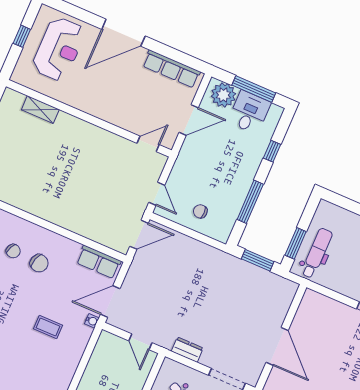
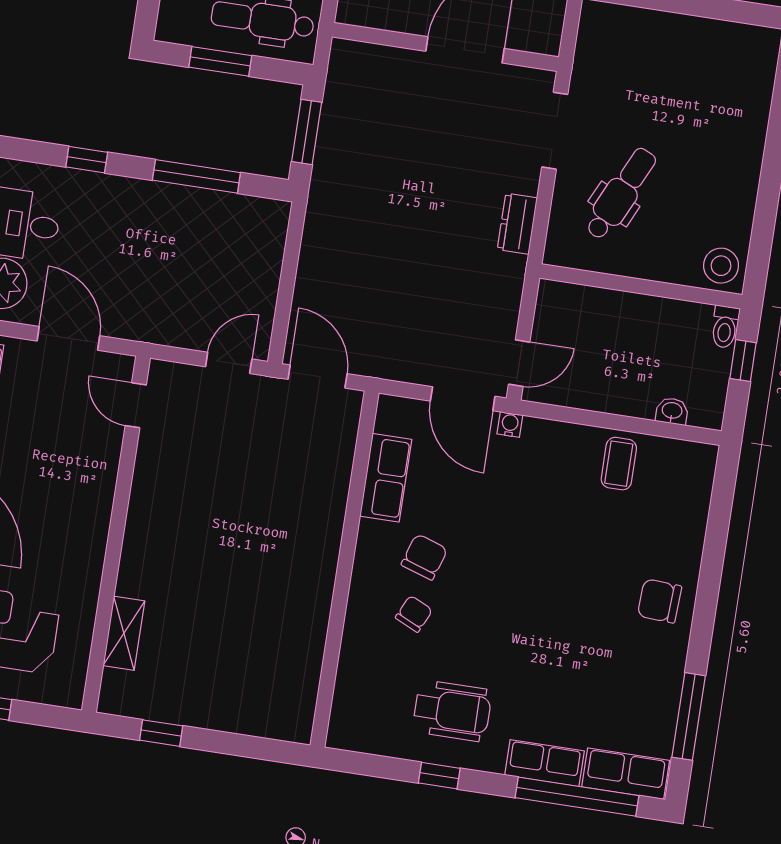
chair: (200, 211) -> (241, 269), removed
window: (296, 243) -> (220, 61), moved
row of seats: (99, 262) -> (386, 478), moved
coffee table: (48, 327) -> (619, 464), moved
door: (140, 342) -> (519, 363), moved

